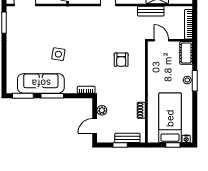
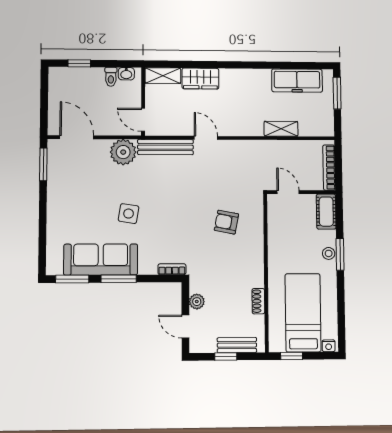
bench: (151, 11) -> (165, 147), moved, width x1.36
plant: (55, 15) -> (123, 152), added
armchair: (121, 60) -> (226, 222), turned 101
door: (95, 126) -> (185, 326), hinge flipped
window: (173, 145) -> (292, 356), moved

